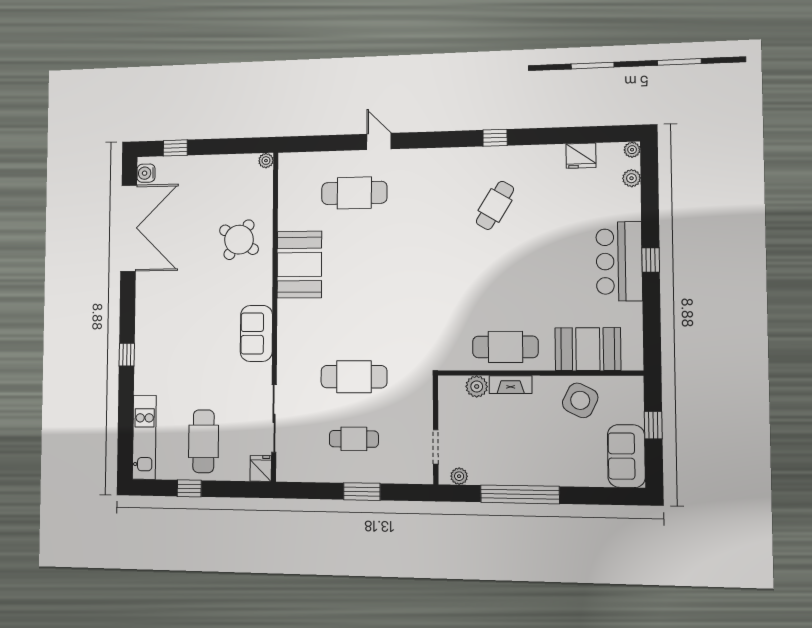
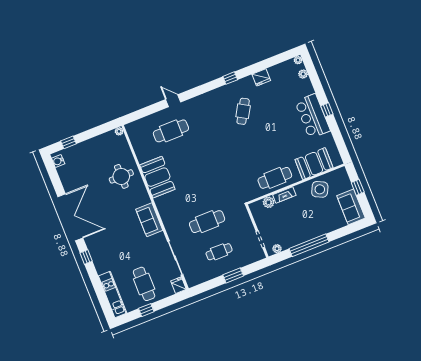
fridge: (581, 156) -> (261, 77), moved
double door: (129, 228) -> (70, 217), moved
round table: (239, 240) -> (121, 176), turned -34

